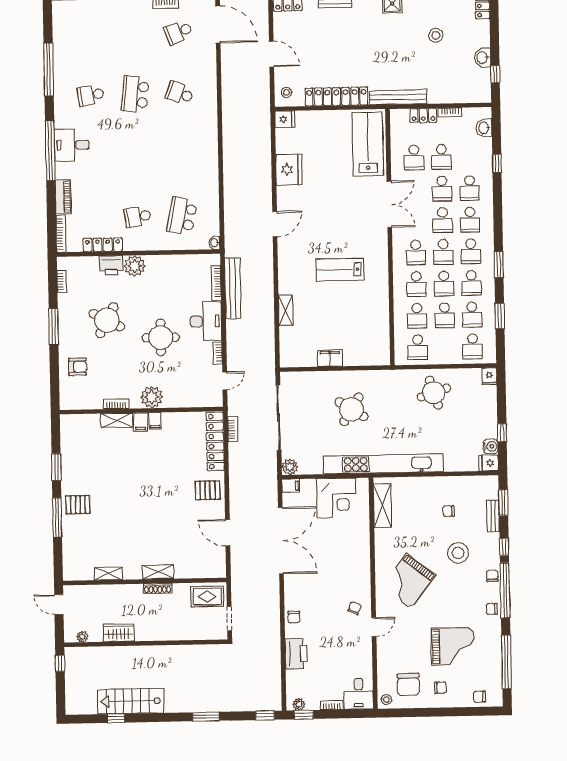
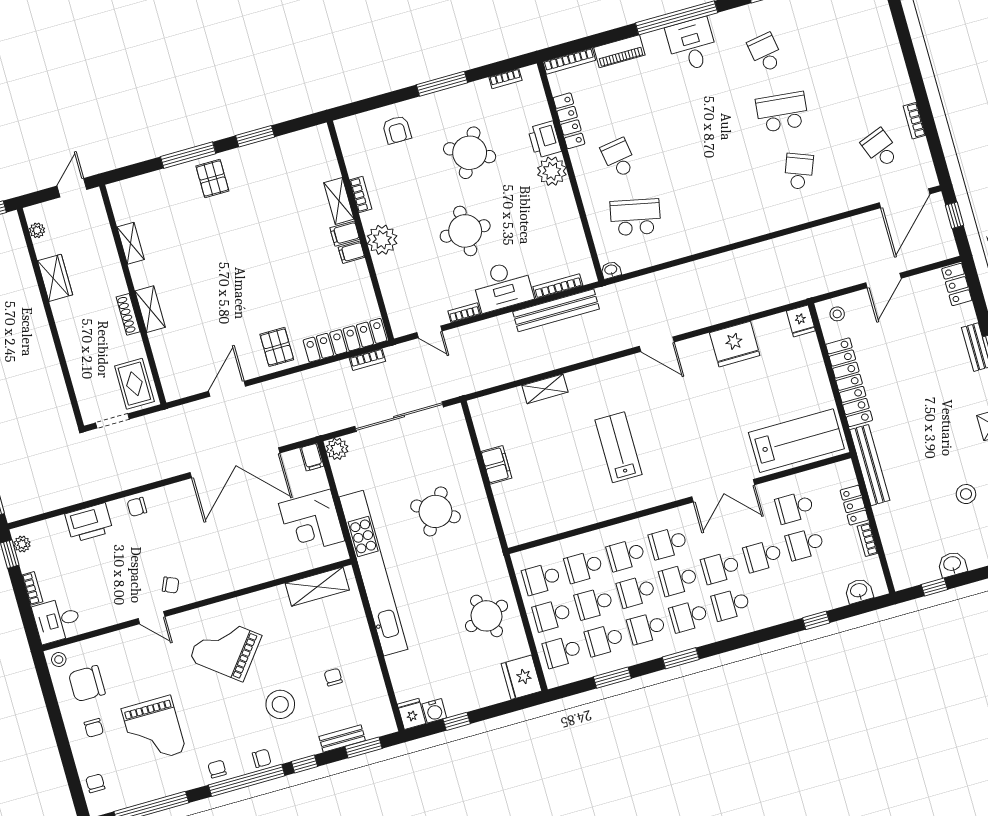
school desk: (470, 188) -> (552, 615), moved
fridge: (489, 376) -> (521, 677), width x1.88, depth x1.34

